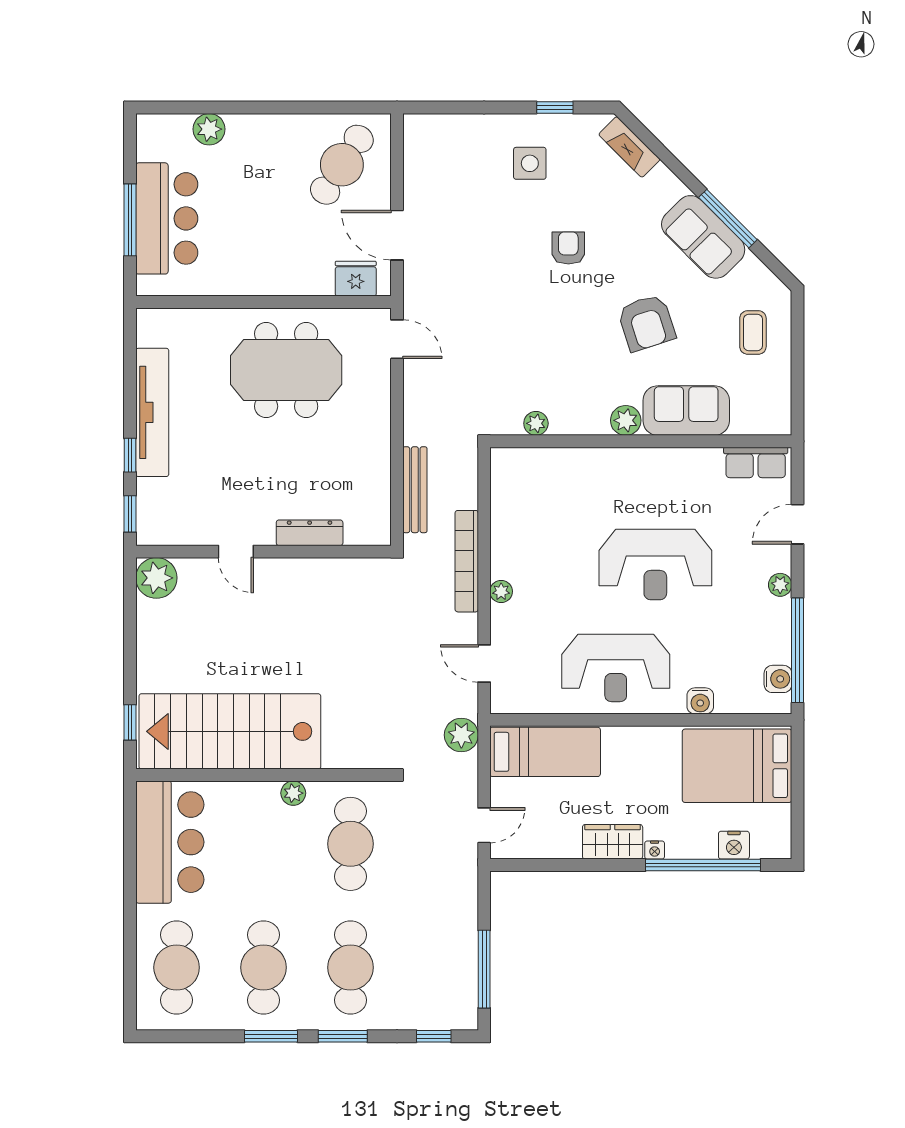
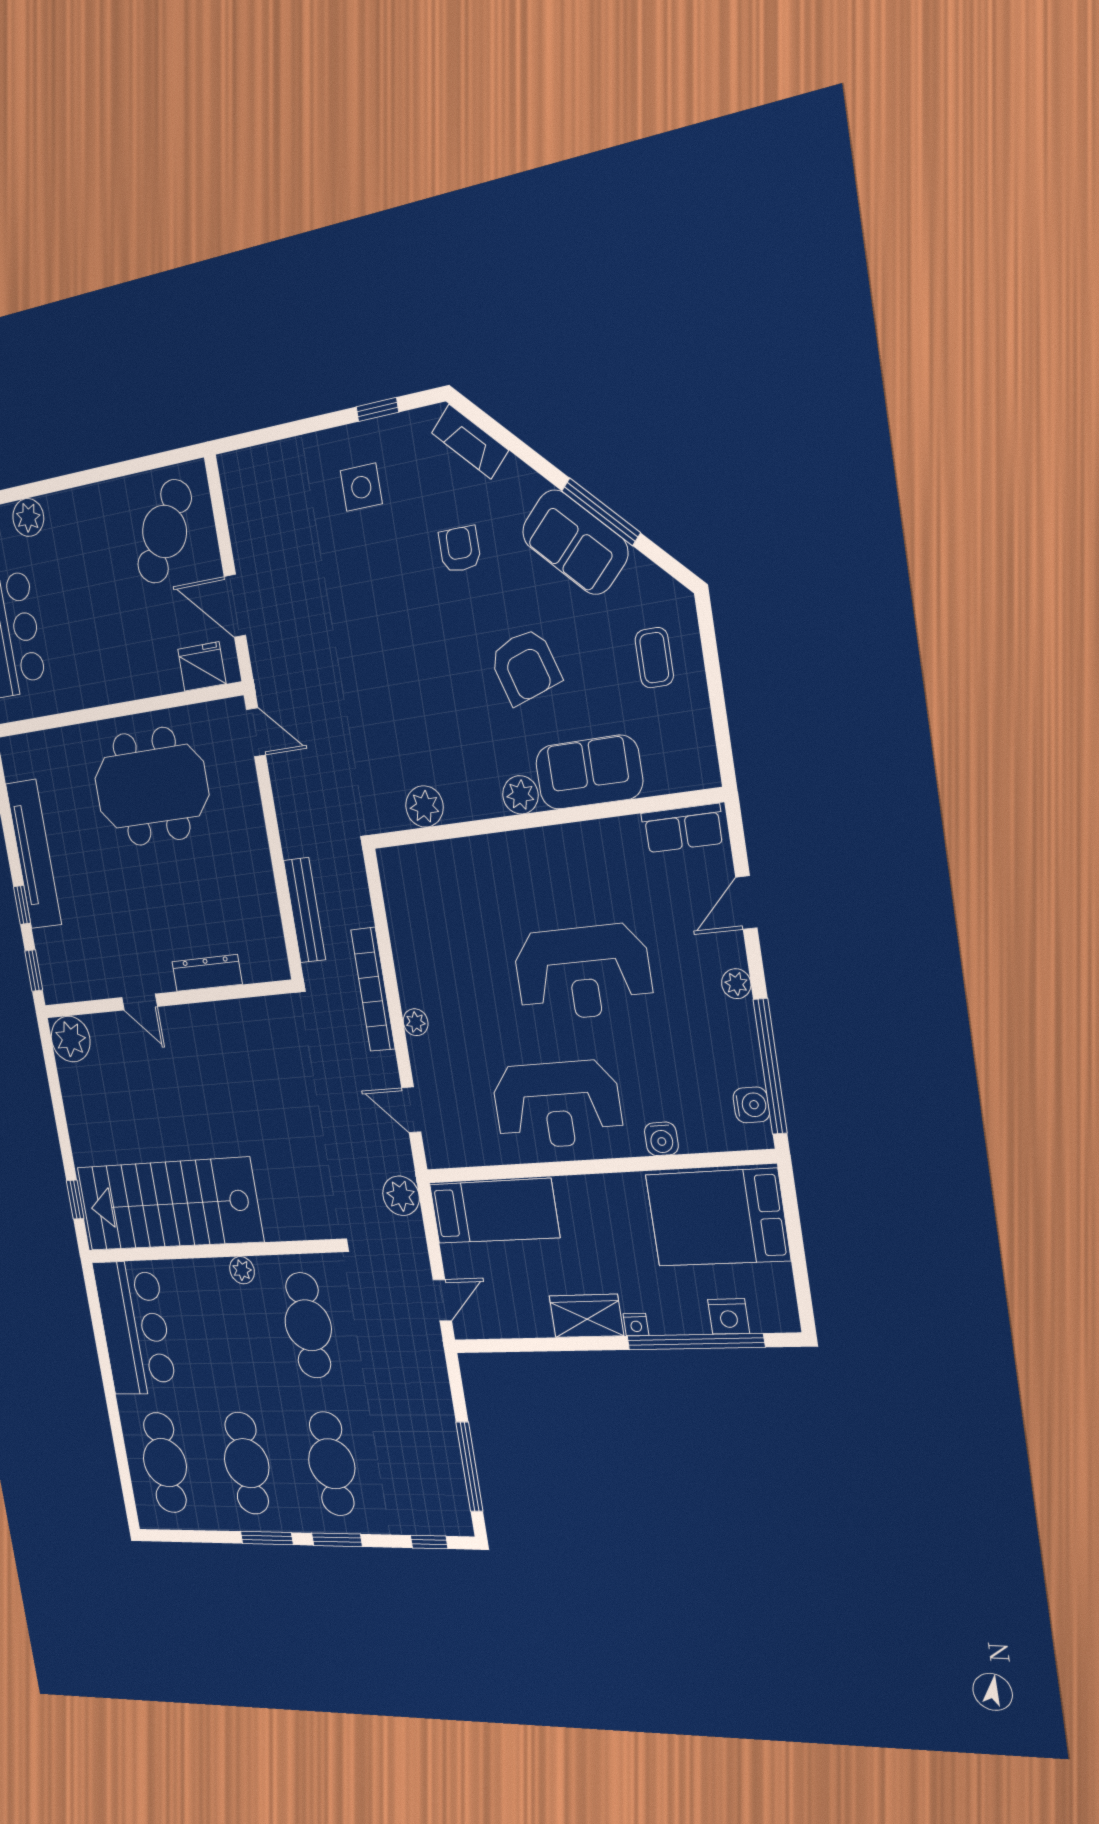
armchair: (568, 248) -> (460, 549), moved
plant: (536, 423) -> (424, 806), width x1.38, depth x1.38

